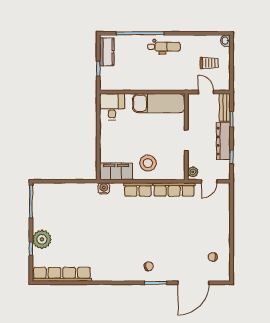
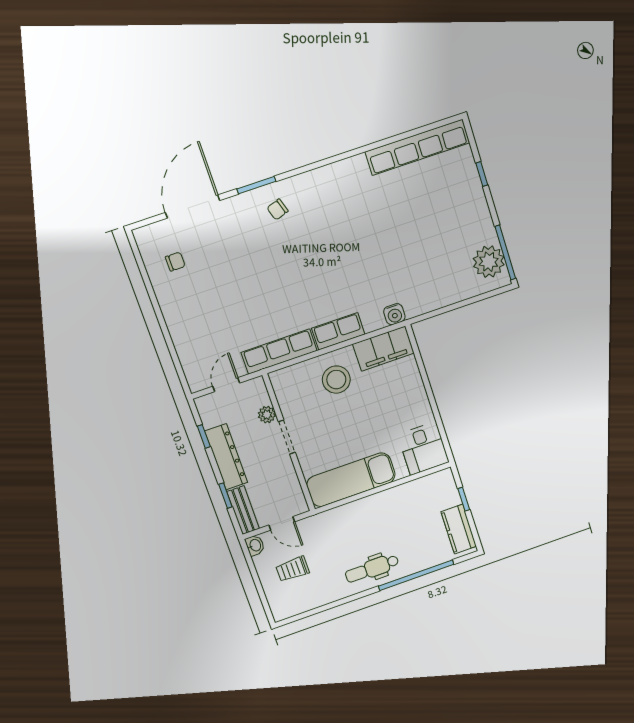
washbasin: (225, 41) -> (255, 545), moved
plant: (193, 172) -> (267, 415), moved
plant: (42, 239) -> (489, 262), moved

